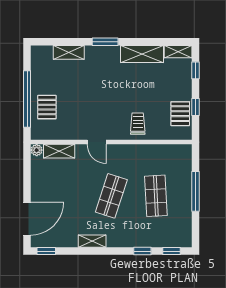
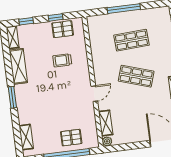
shelving: (69, 52) -> (26, 137), moved
trolley: (138, 124) -> (62, 60), moved

